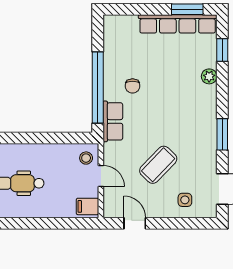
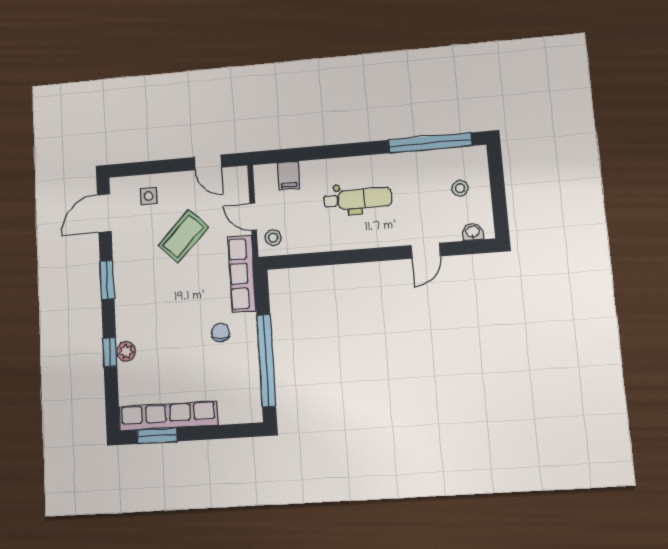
window: (222, 50) -> (110, 352), moved
window: (98, 88) -> (266, 361), moved
row of seats: (113, 121) -> (242, 274), width x1.48
filing cabinet: (88, 206) -> (289, 176), moved, turned 90

